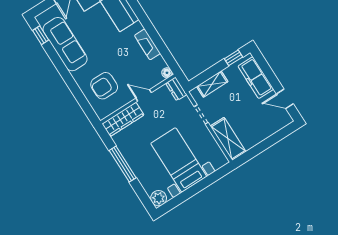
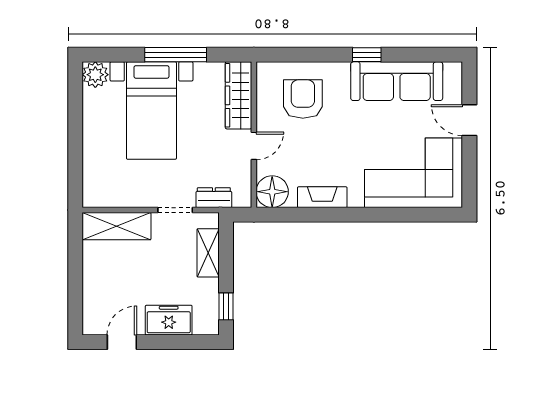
window: (41, 35) -> (367, 55), moved
floor lamp: (167, 73) -> (272, 192), width x1.89, depth x1.89
freezer: (256, 78) -> (169, 320), width x0.71
dresser: (176, 89) -> (214, 198), moved
bed with nightstands: (179, 160) -> (151, 111), moved, turned 90

